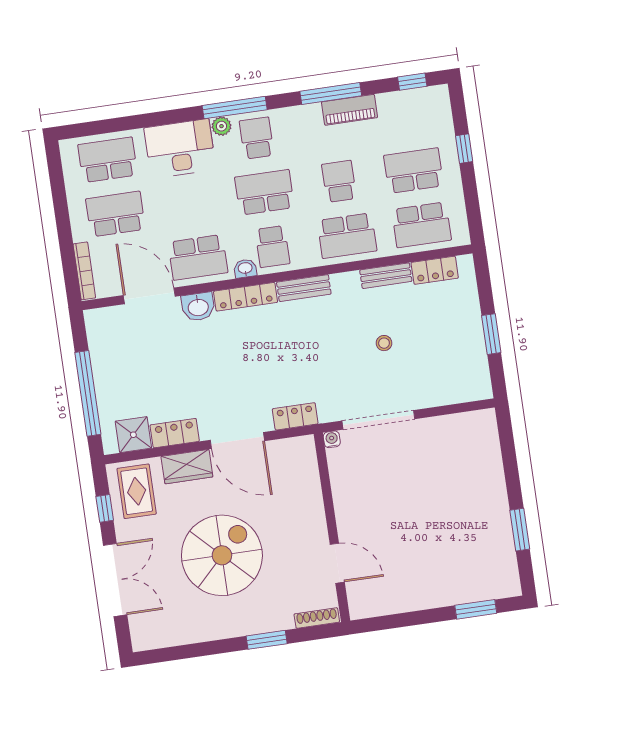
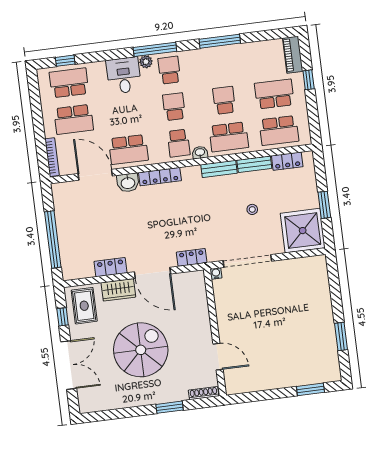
window: (412, 82) -> (65, 61), moved
piano: (350, 110) -> (293, 55), moved, turned 90
desk: (180, 149) -> (124, 75), width x0.73
school desk: (265, 192) -> (174, 107), width x0.54
school desk: (116, 214) -> (74, 119), turned 180
washbasin: (245, 268) -> (200, 153), moved
bench: (304, 288) -> (219, 169), moved
shower: (133, 435) -> (303, 231), moved, width x1.86, depth x1.86

